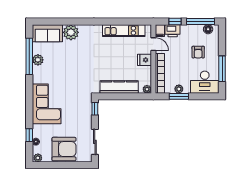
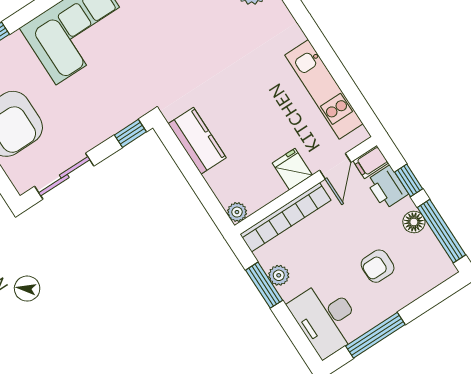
floor lamp: (208, 29) -> (414, 222), moved
kitchen counter: (119, 87) -> (197, 141), width x0.67

